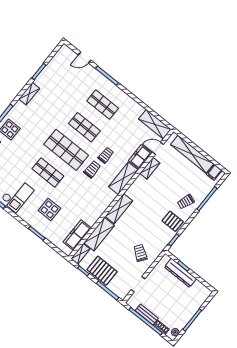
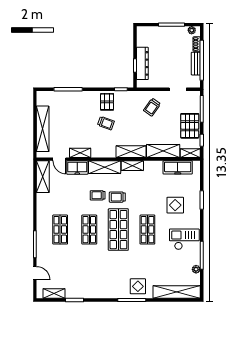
shelving: (29, 94) -> (54, 293), moved
filing cabinet: (214, 172) -> (43, 100), removed
shelving: (107, 201) -> (132, 166), added
trolley: (186, 202) -> (106, 123), moved

